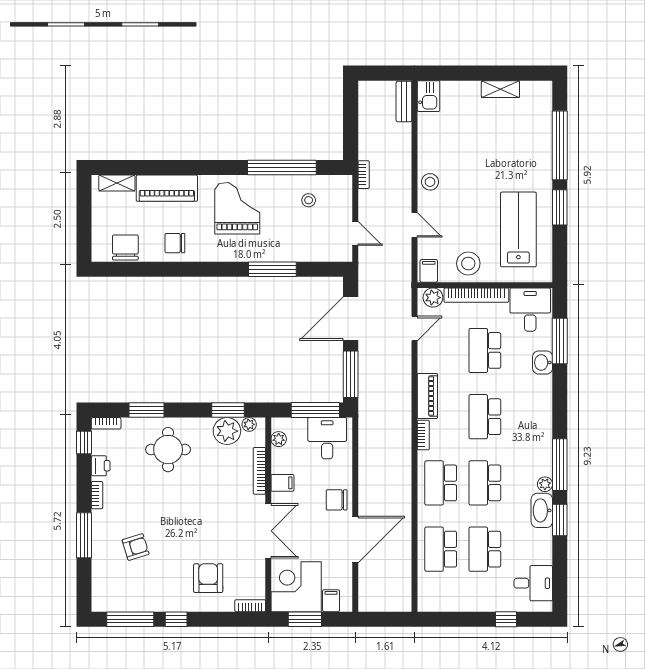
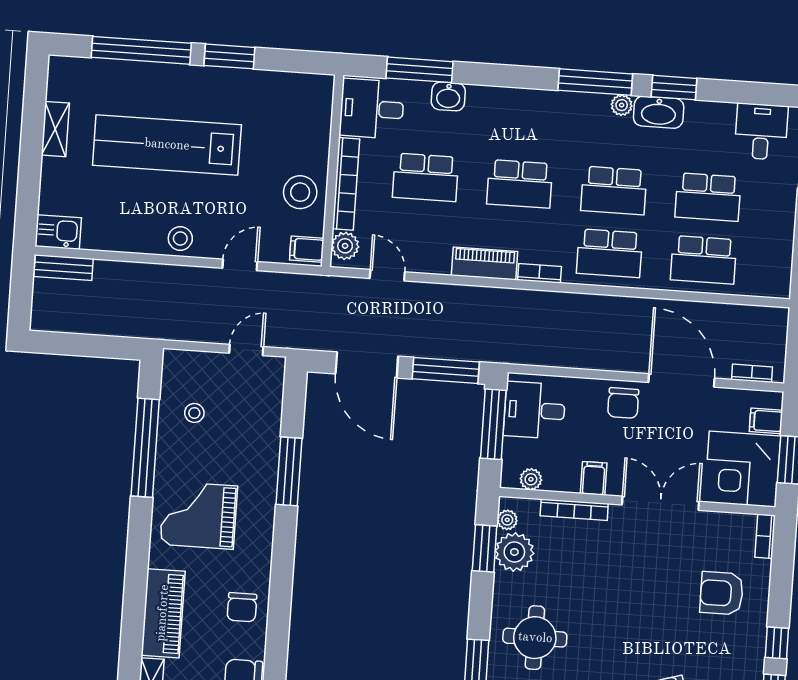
bookcase: (364, 175) -> (752, 373), moved
lab bench: (518, 229) -> (167, 145), moved, width x1.36

